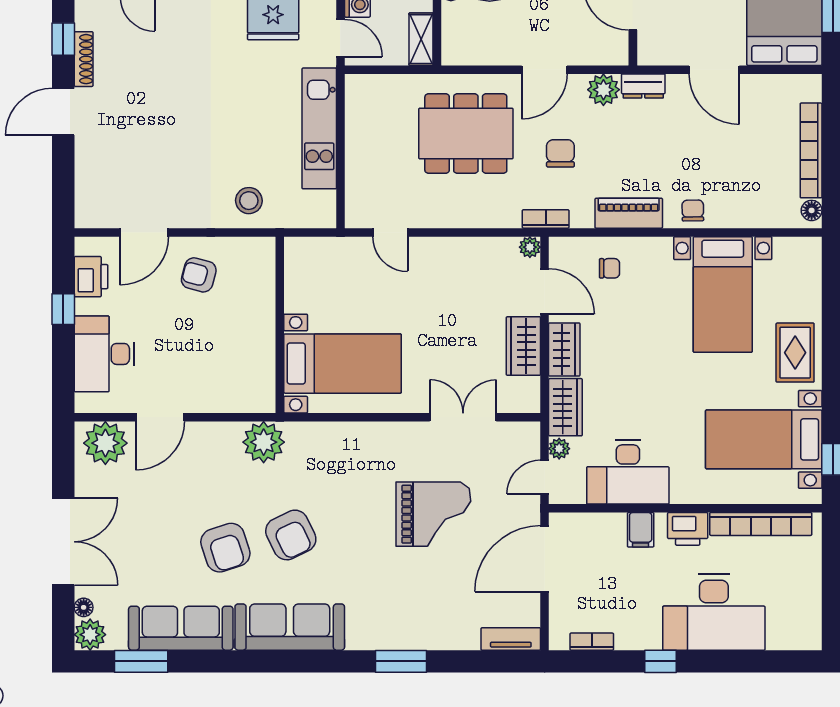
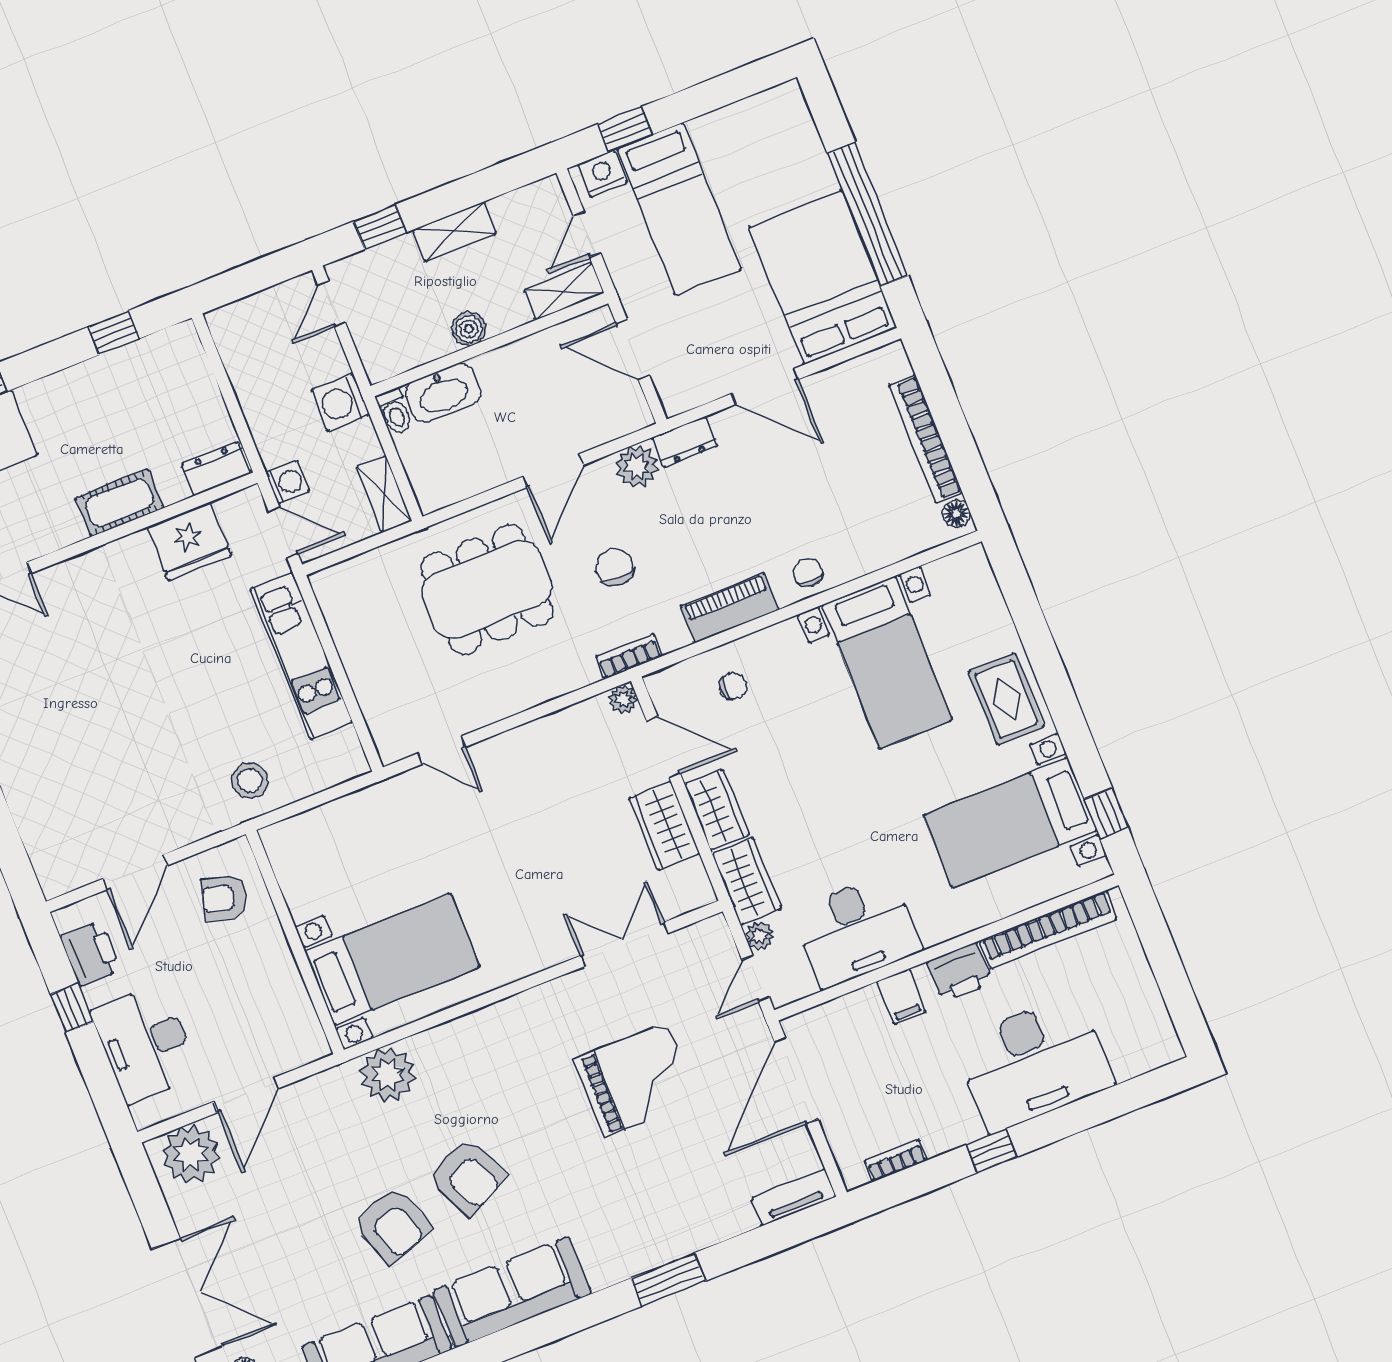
wall: (280, 325) -> (295, 942), moved
bed with nightstands: (343, 364) -> (392, 959), moved

